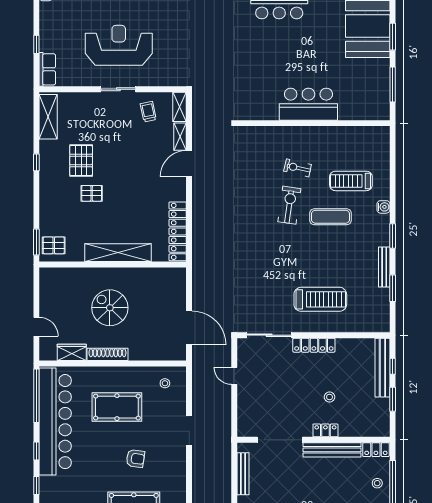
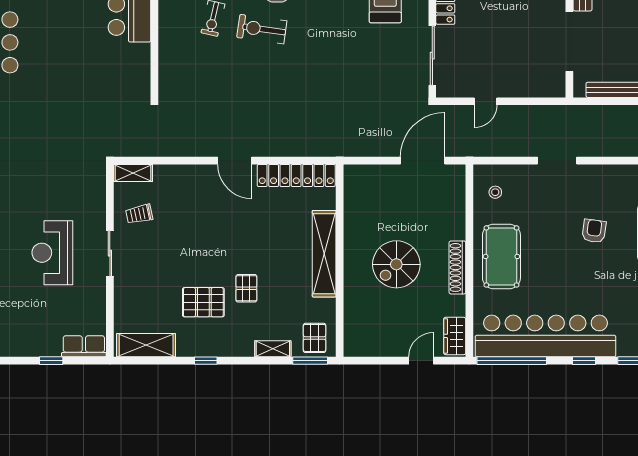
reception desk: (119, 45) -> (52, 253), width x0.74, depth x0.77
shelving: (180, 137) -> (273, 349), moved
door: (189, 164) -> (235, 161), moved
wardrobe: (72, 352) -> (455, 336), moved
pool table: (117, 407) -> (501, 256), moved

